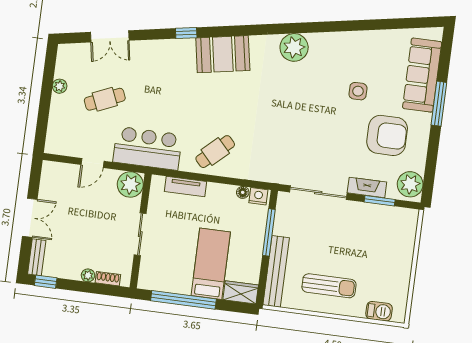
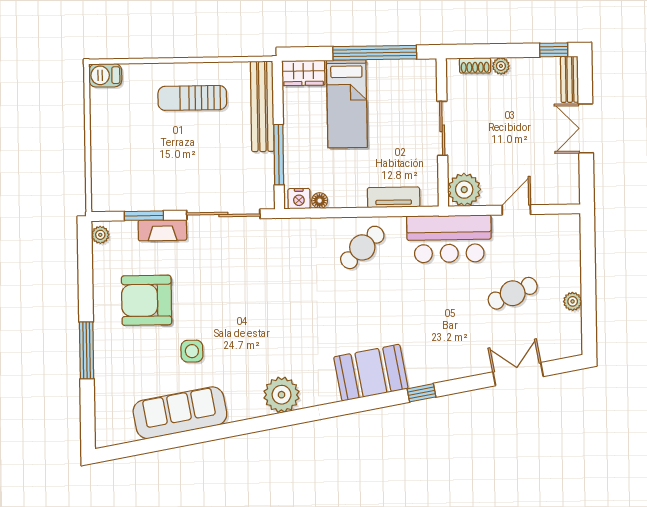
sofa: (422, 75) -> (180, 413), moved, turned -100
plant: (410, 184) -> (100, 235), width x0.53, depth x0.53
barbecue: (379, 311) -> (105, 75), moved

